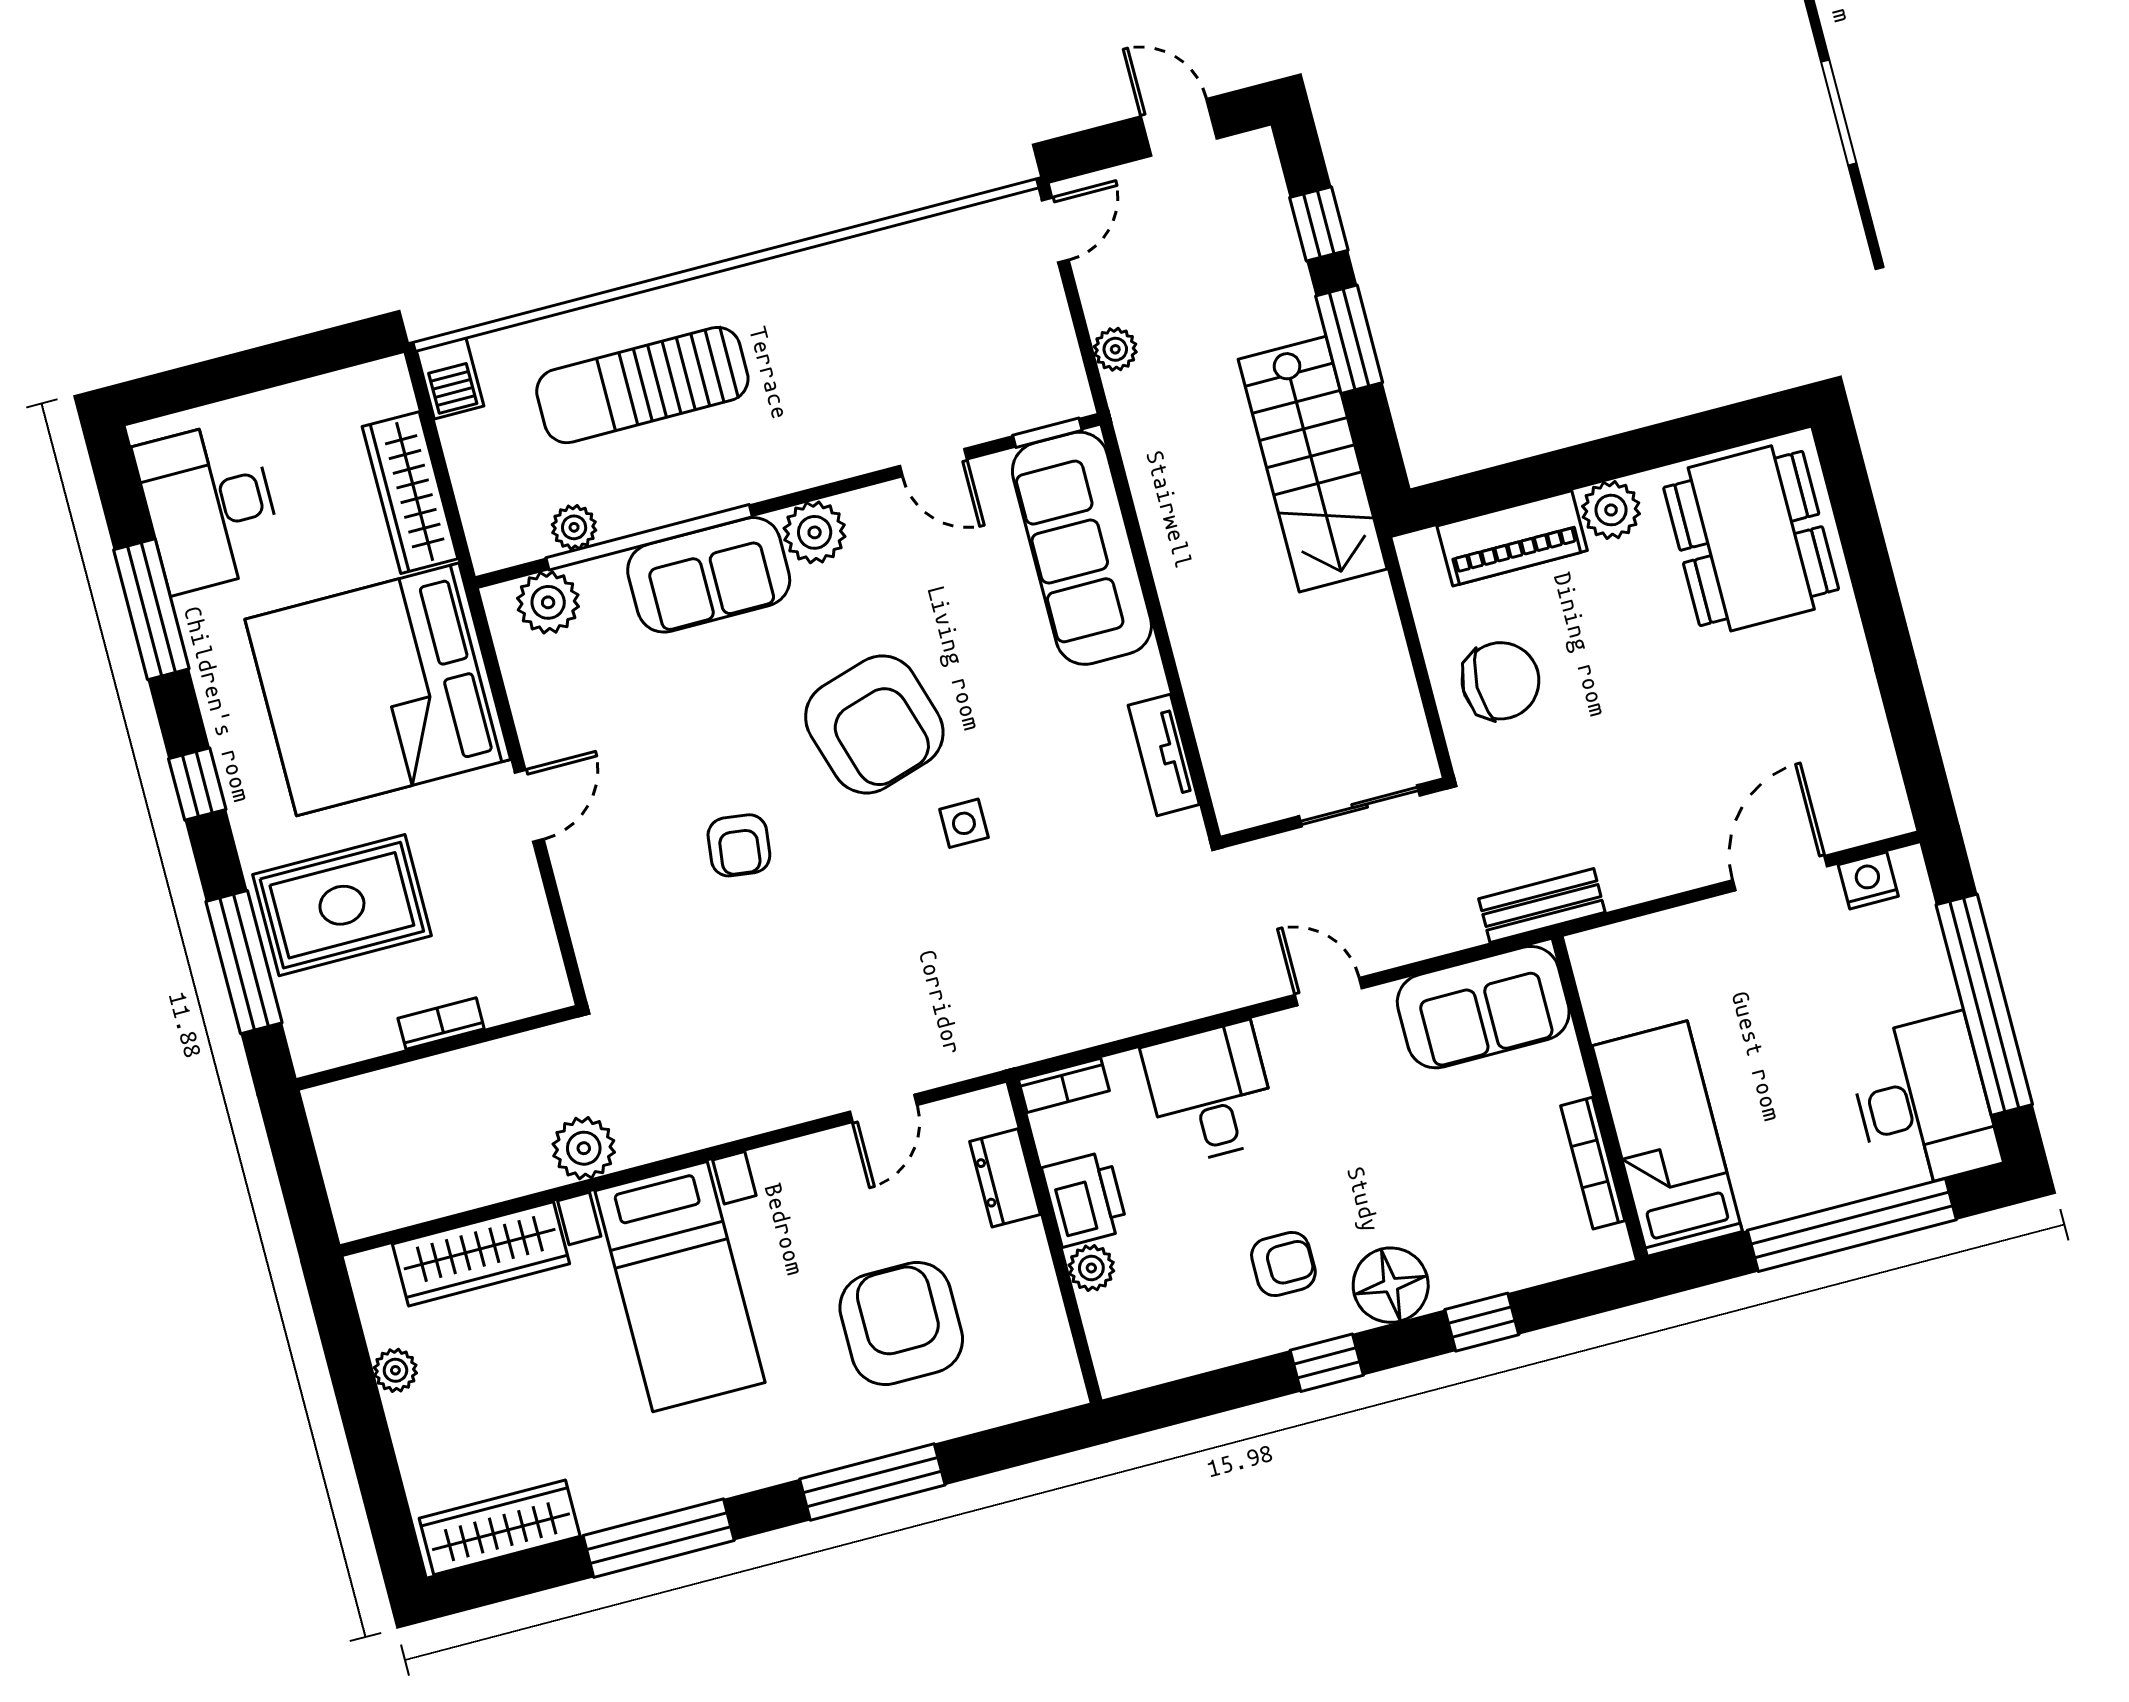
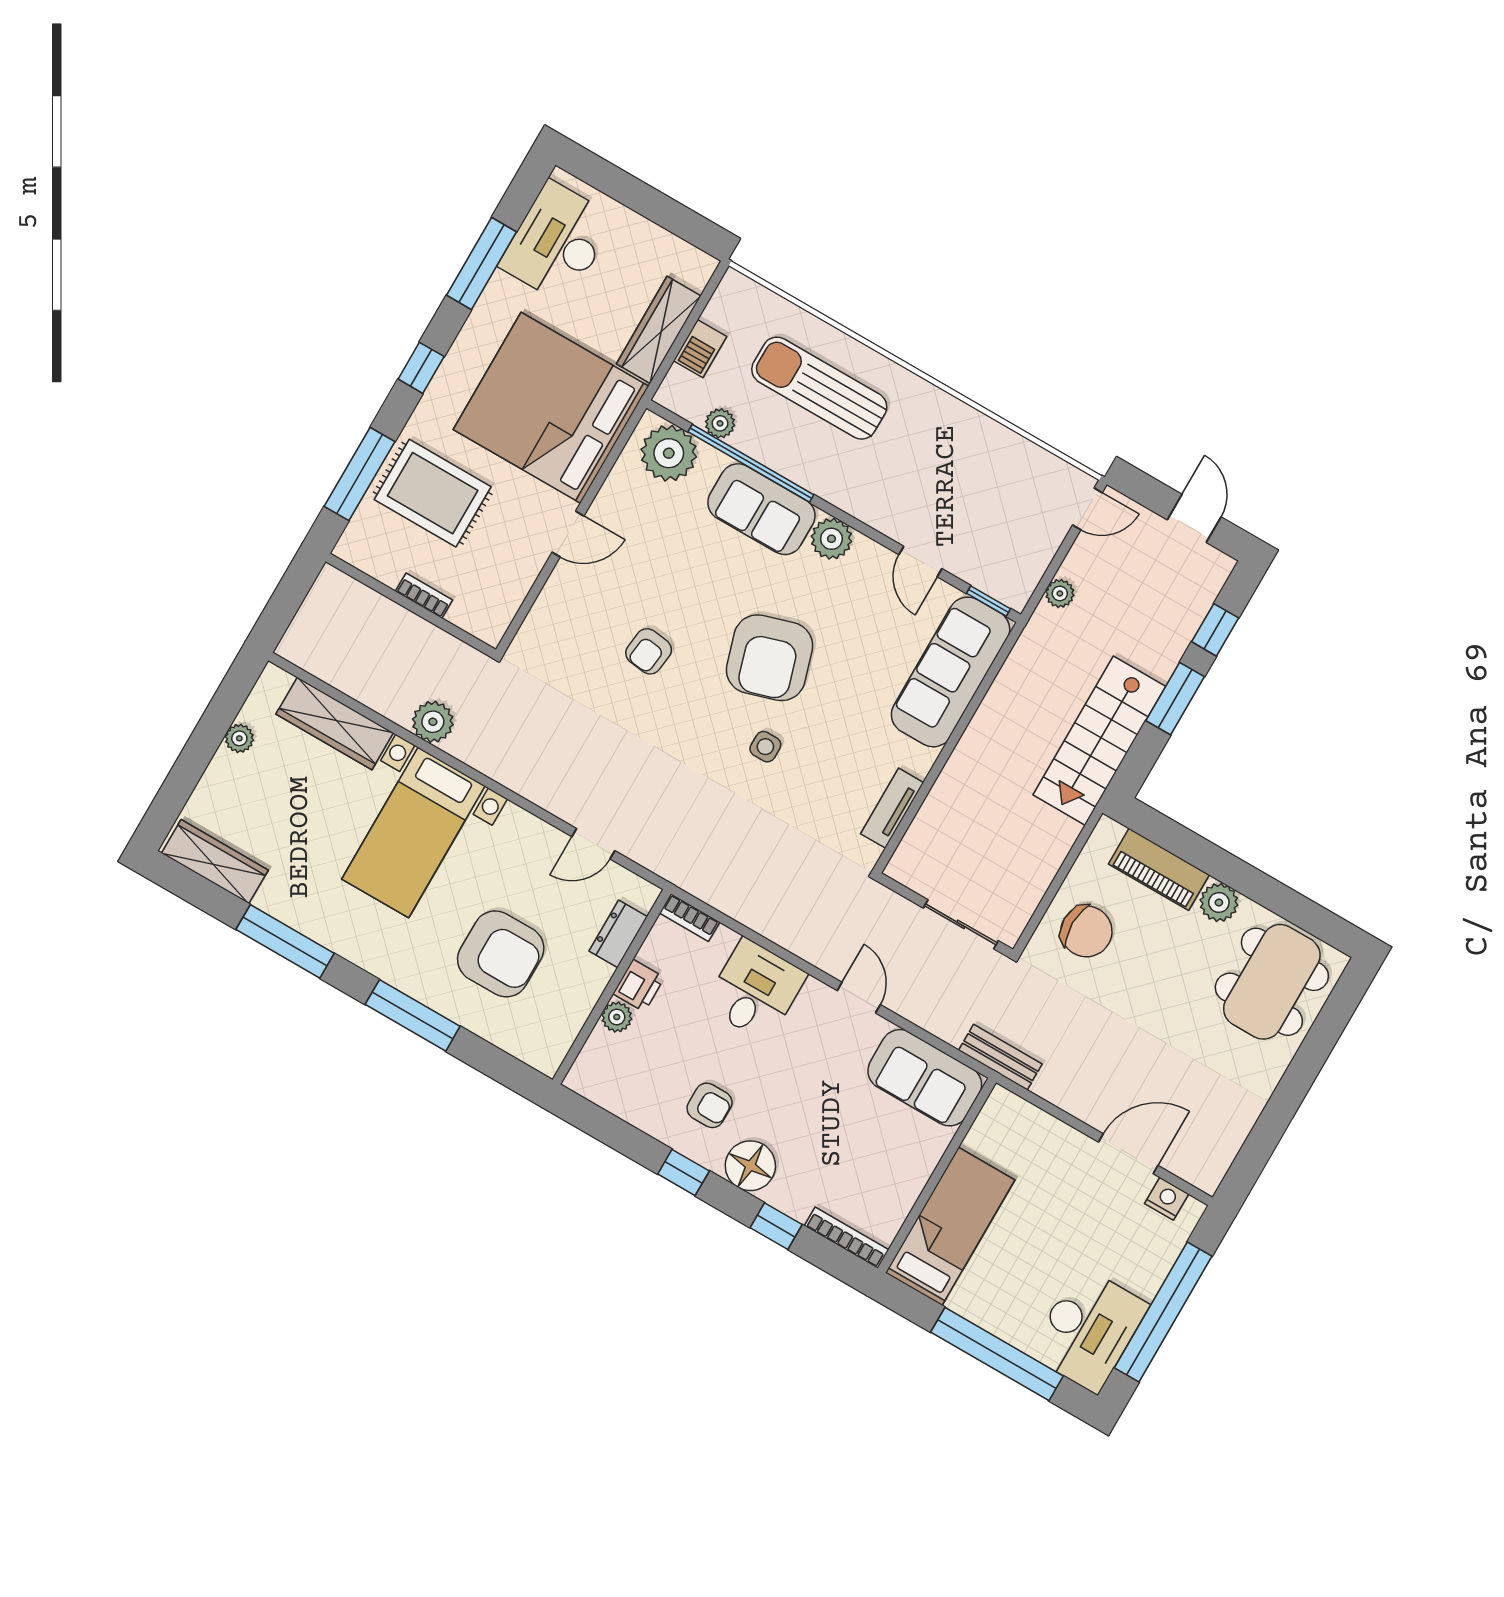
barbecue: (450, 378) -> (700, 349), moved
plant: (548, 602) -> (669, 453), width x1.36, depth x1.36
bookcase: (1593, 1163) -> (847, 1238), moved, turned 90
printer: (1085, 1199) -> (639, 985), width x0.73, depth x0.81
armchair: (901, 1323) -> (501, 954), turned 90

